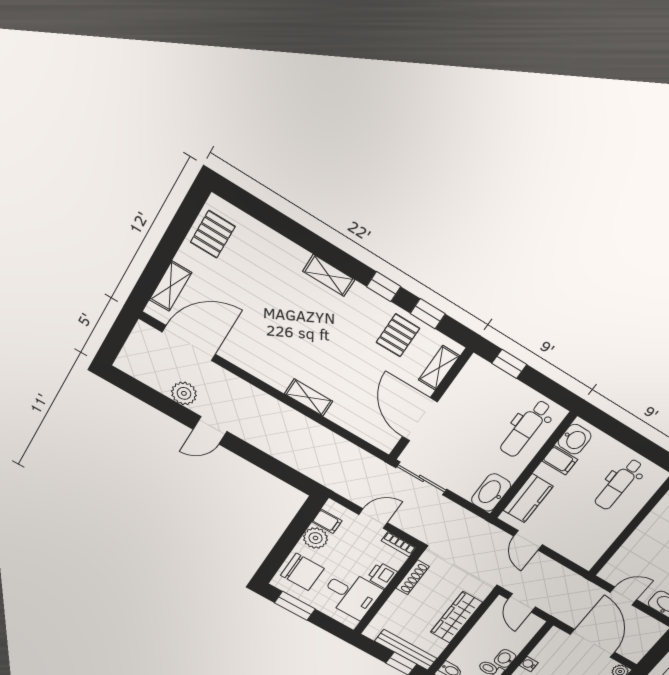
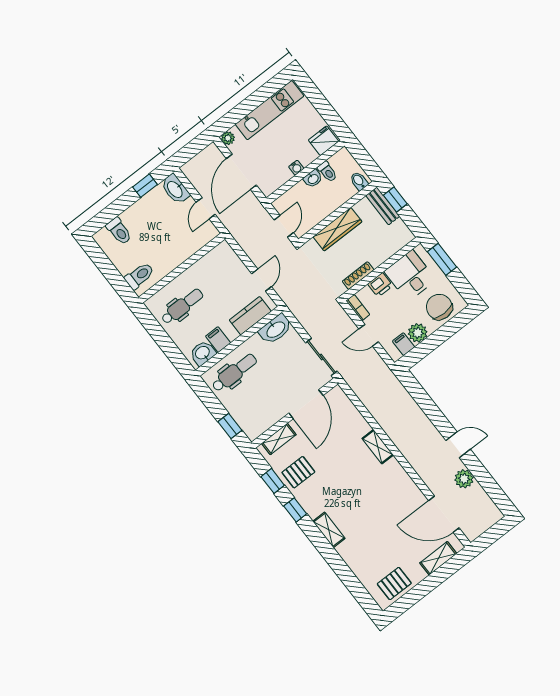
door: (623, 596) -> (206, 208), hinge flipped
window: (295, 606) -> (442, 259), moved
bench: (406, 650) -> (383, 206), width x0.73

